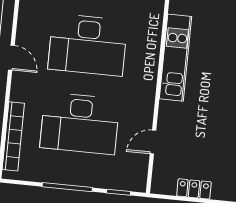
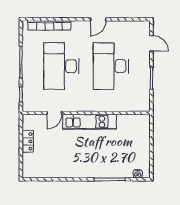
kitchen unit: (175, 58) -> (90, 122), moved
door: (153, 142) -> (54, 113), swing flipped

